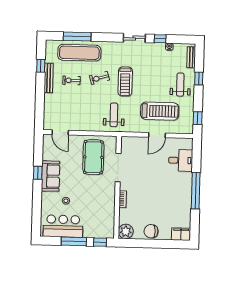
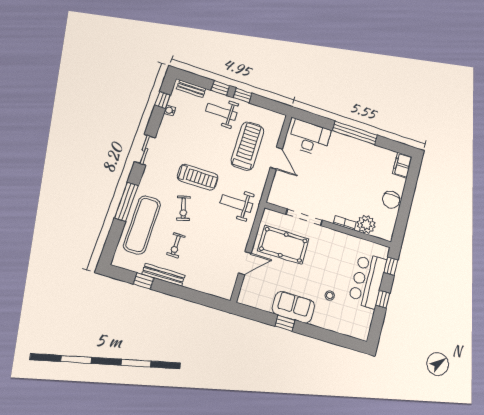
window: (77, 36) -> (126, 202), moved
window: (160, 39) -> (163, 100), moved
window: (198, 118) -> (243, 95), moved
door: (60, 132) -> (245, 263), moved
desk: (181, 160) -> (310, 138), width x1.37
bar counter: (63, 226) -> (368, 280), moved
plant: (126, 231) -> (366, 224), moved
window: (74, 241) -> (383, 299), width x0.46

